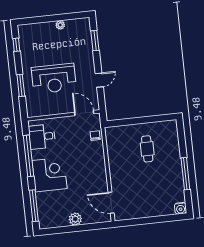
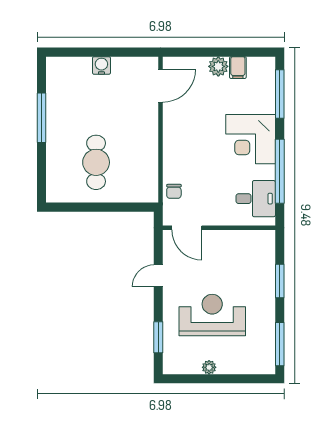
window: (16, 45) -> (280, 344), width x2.17
reception desk: (54, 79) -> (212, 315), moved
cafe table: (147, 149) -> (96, 162), width x1.37, depth x1.35
door: (111, 203) -> (161, 86), hinge flipped
water cooler: (180, 208) -> (101, 65), moved
filing cabinet: (63, 220) -> (238, 68), added

